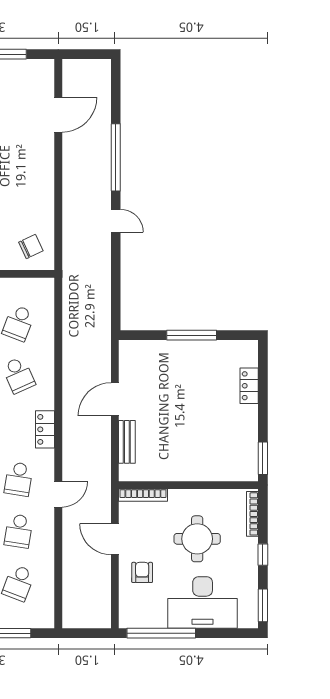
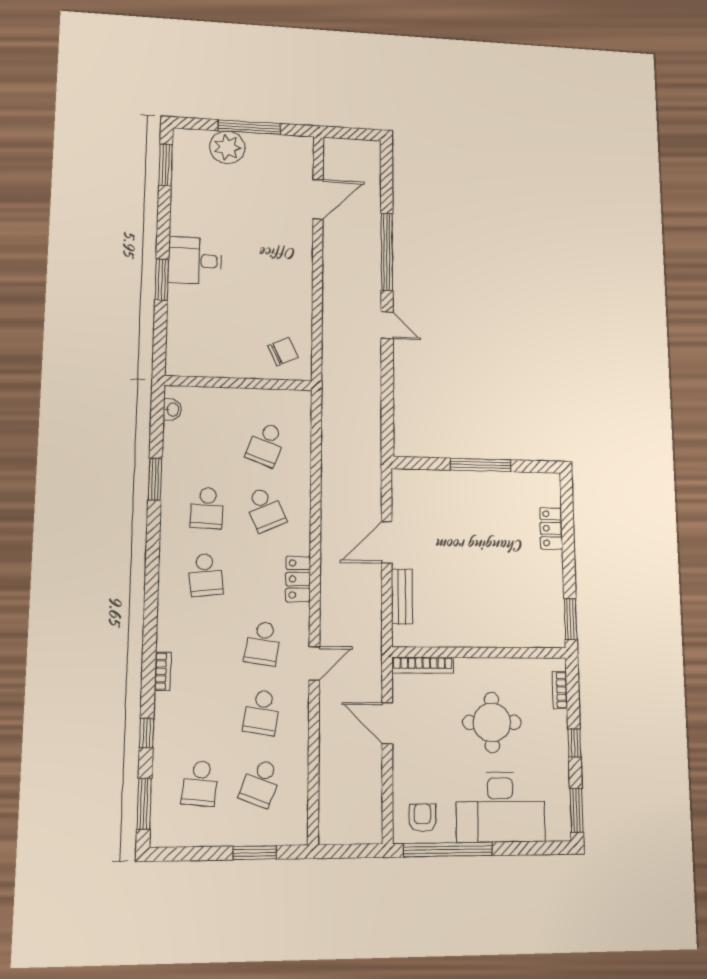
bookcase: (252, 514) -> (560, 690), width x0.64
armchair: (142, 572) -> (422, 818), moved

